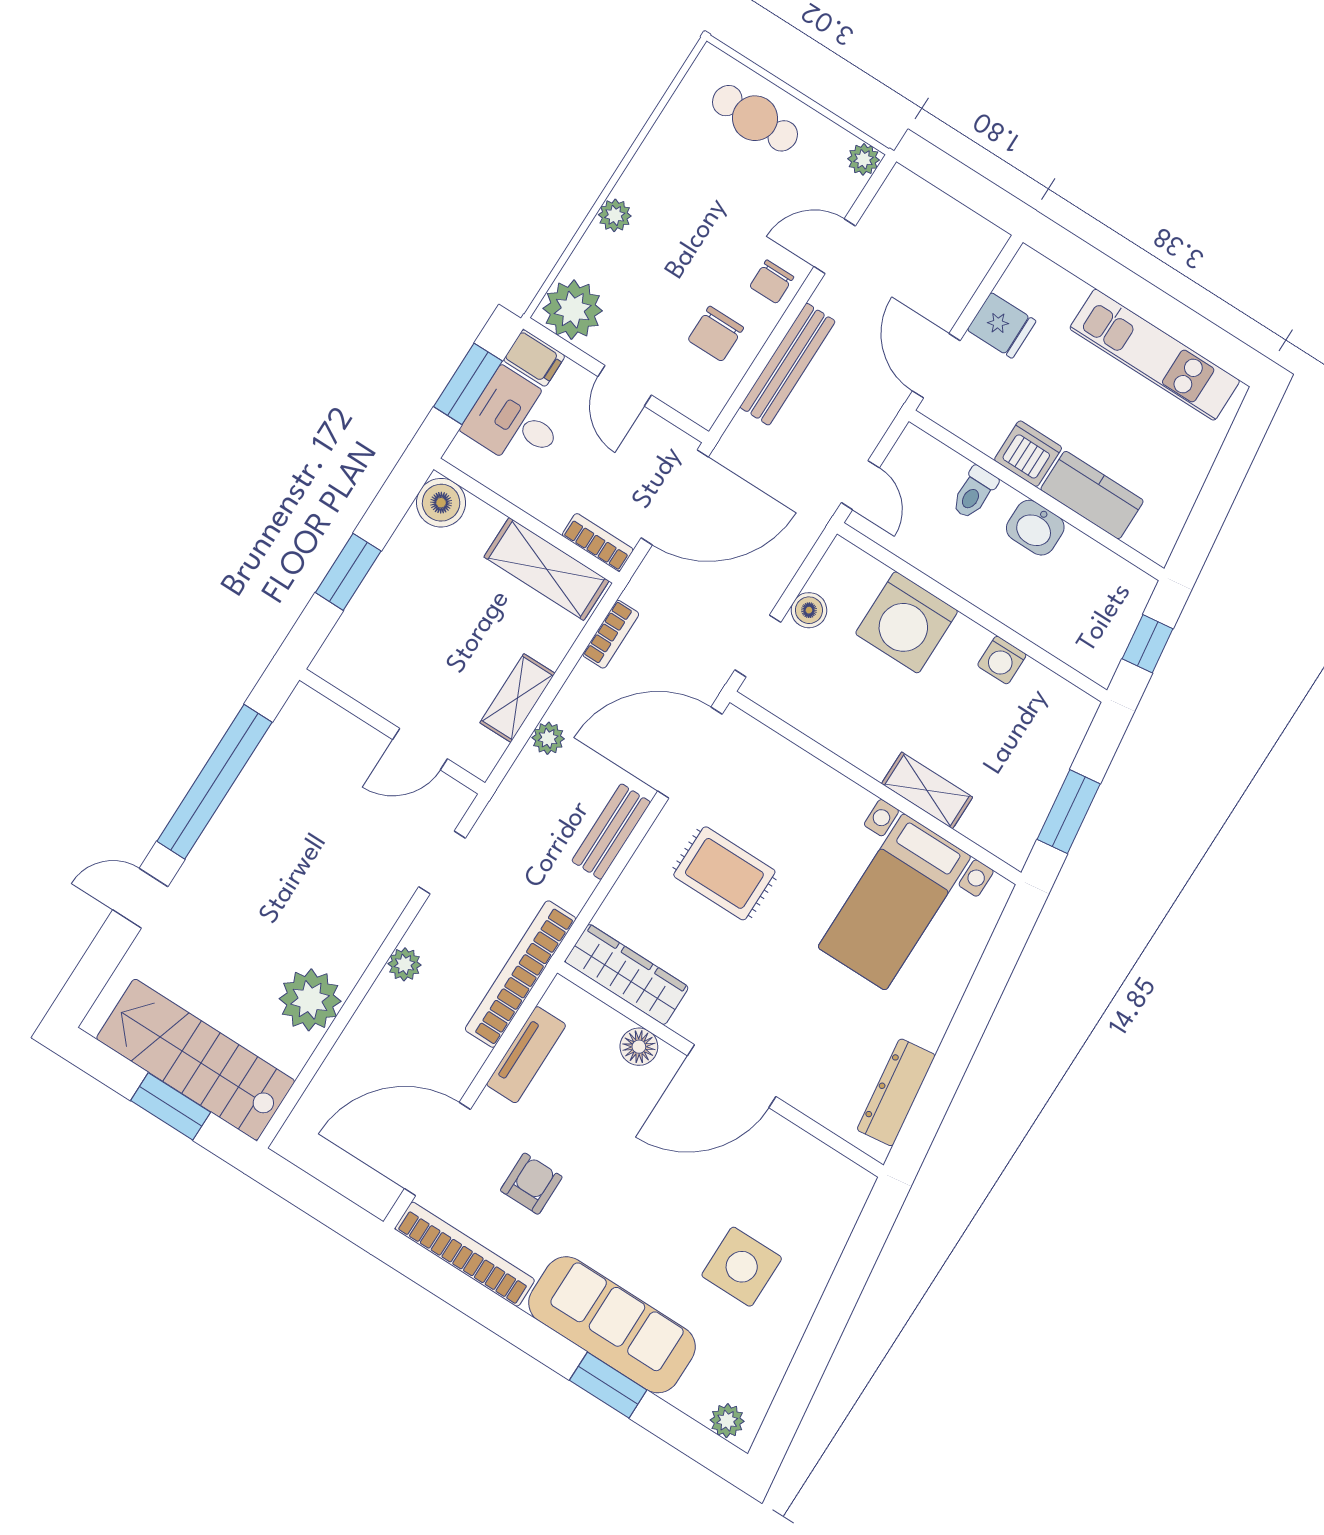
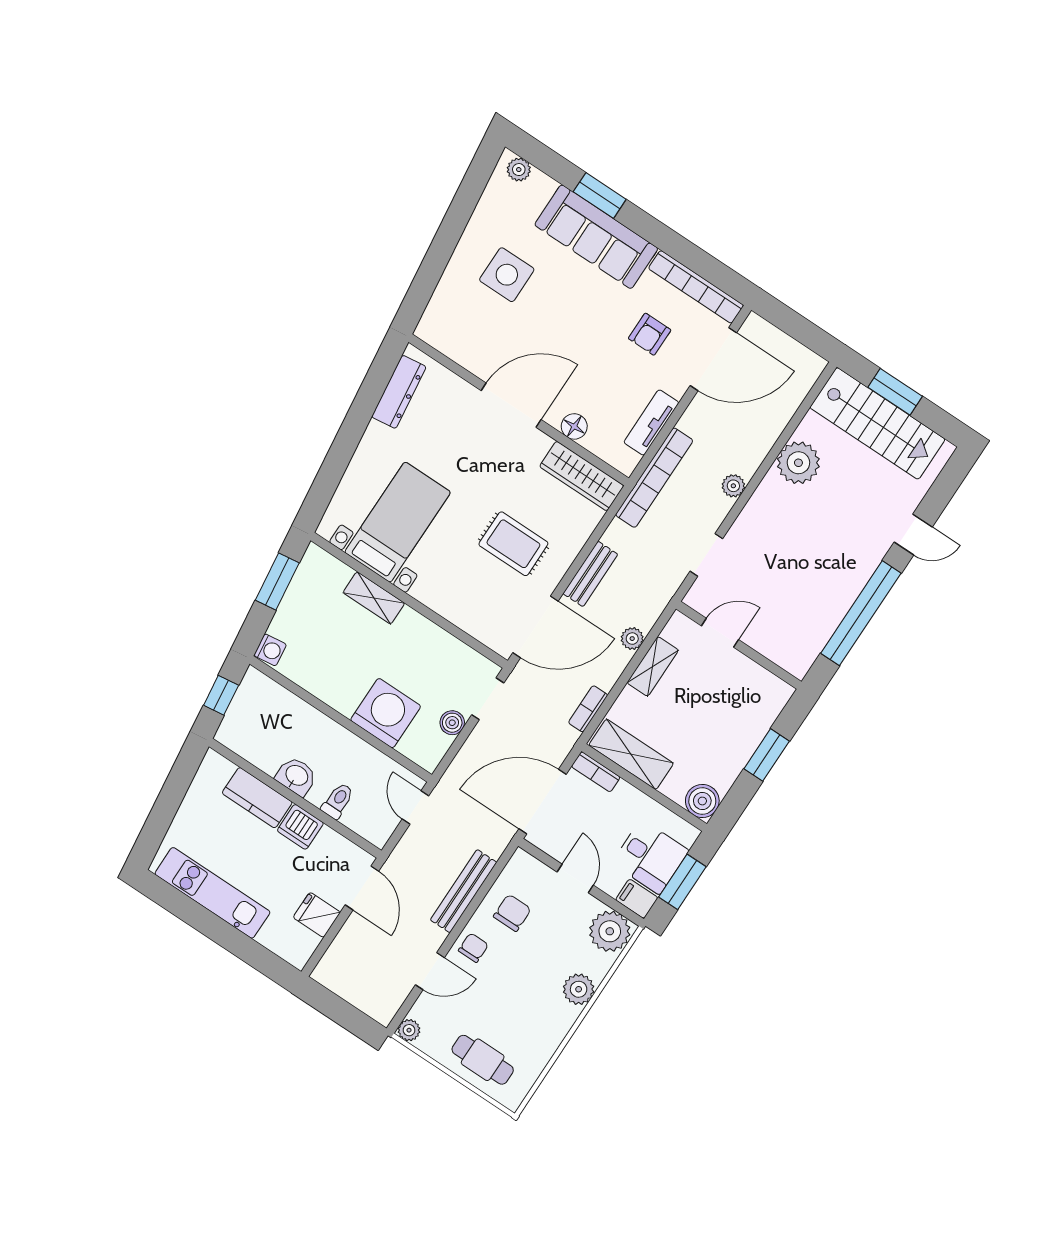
plant: (615, 215) -> (579, 989), width x1.38, depth x1.38
washing machine: (1002, 660) -> (270, 650), moved, turned 83

